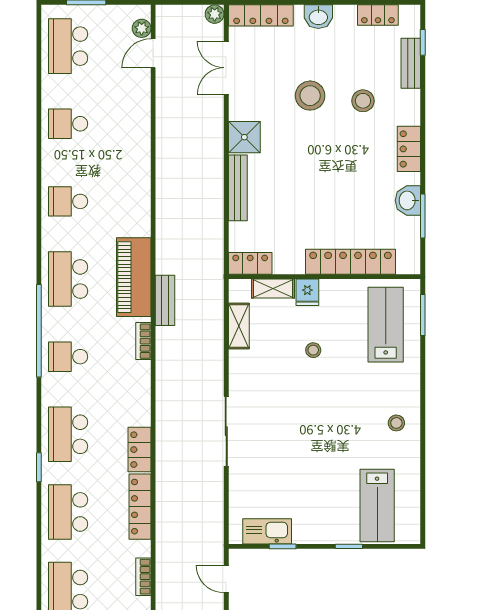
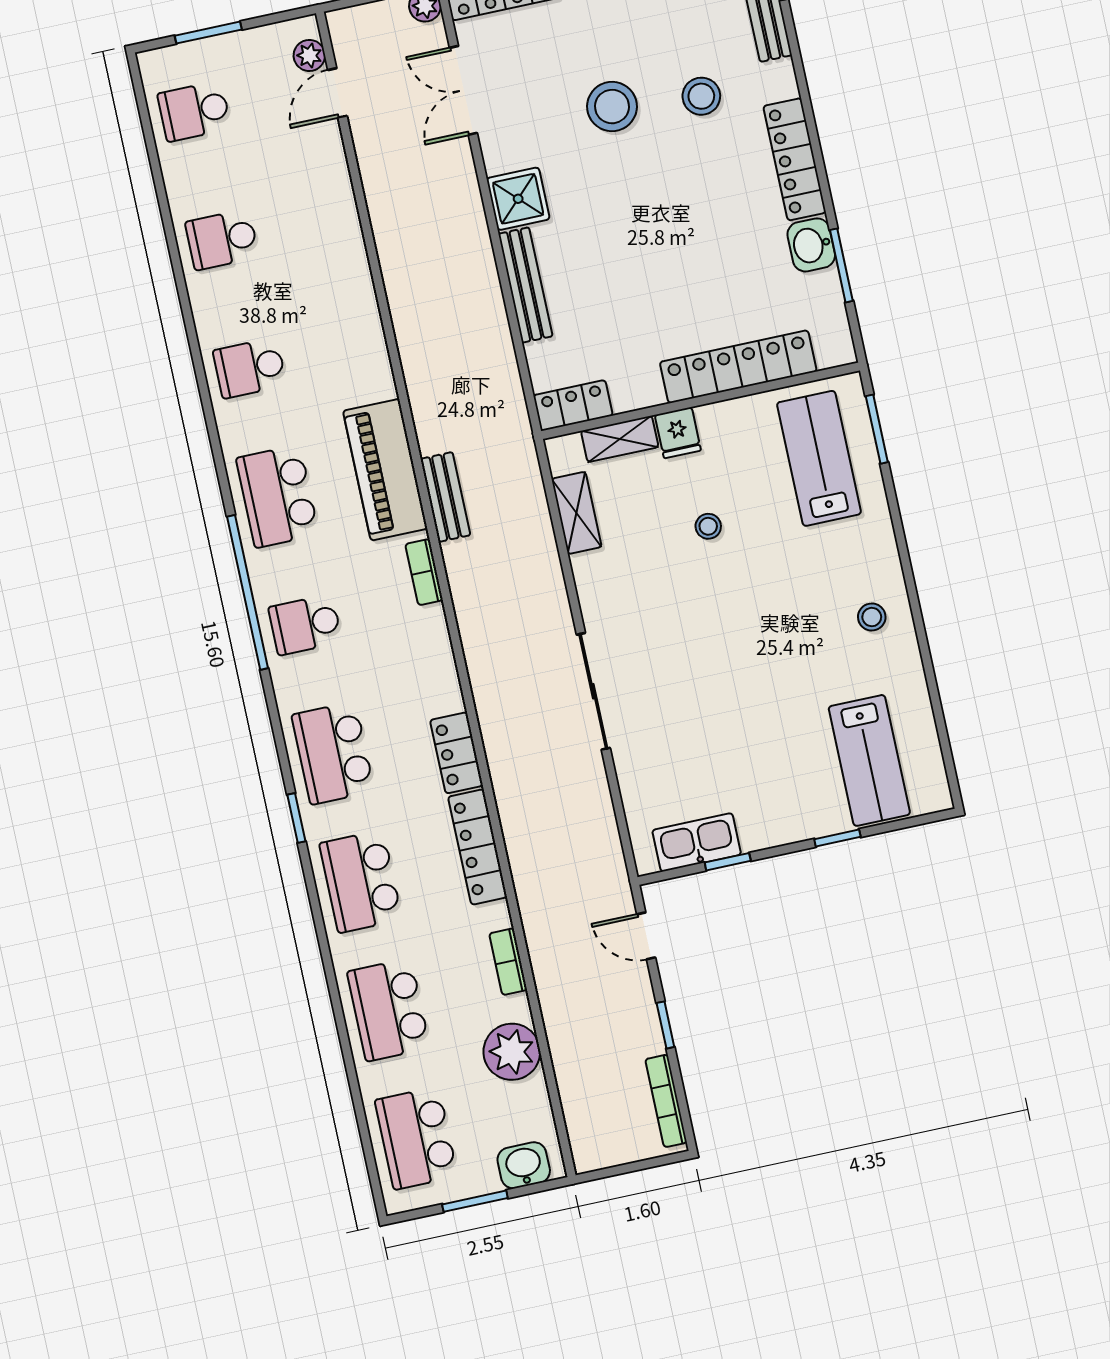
school desk: (68, 46) -> (194, 111), width x0.54
locker: (409, 149) -> (795, 159), width x1.53

